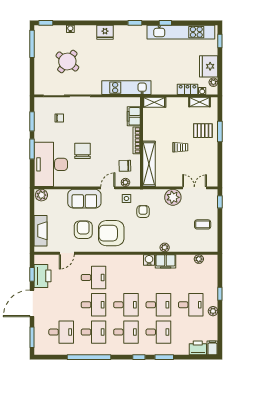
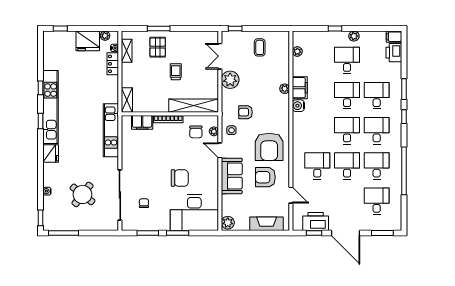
kitchen unit: (181, 32) -> (51, 107), moved
chair: (82, 151) -> (180, 178), turned 180

